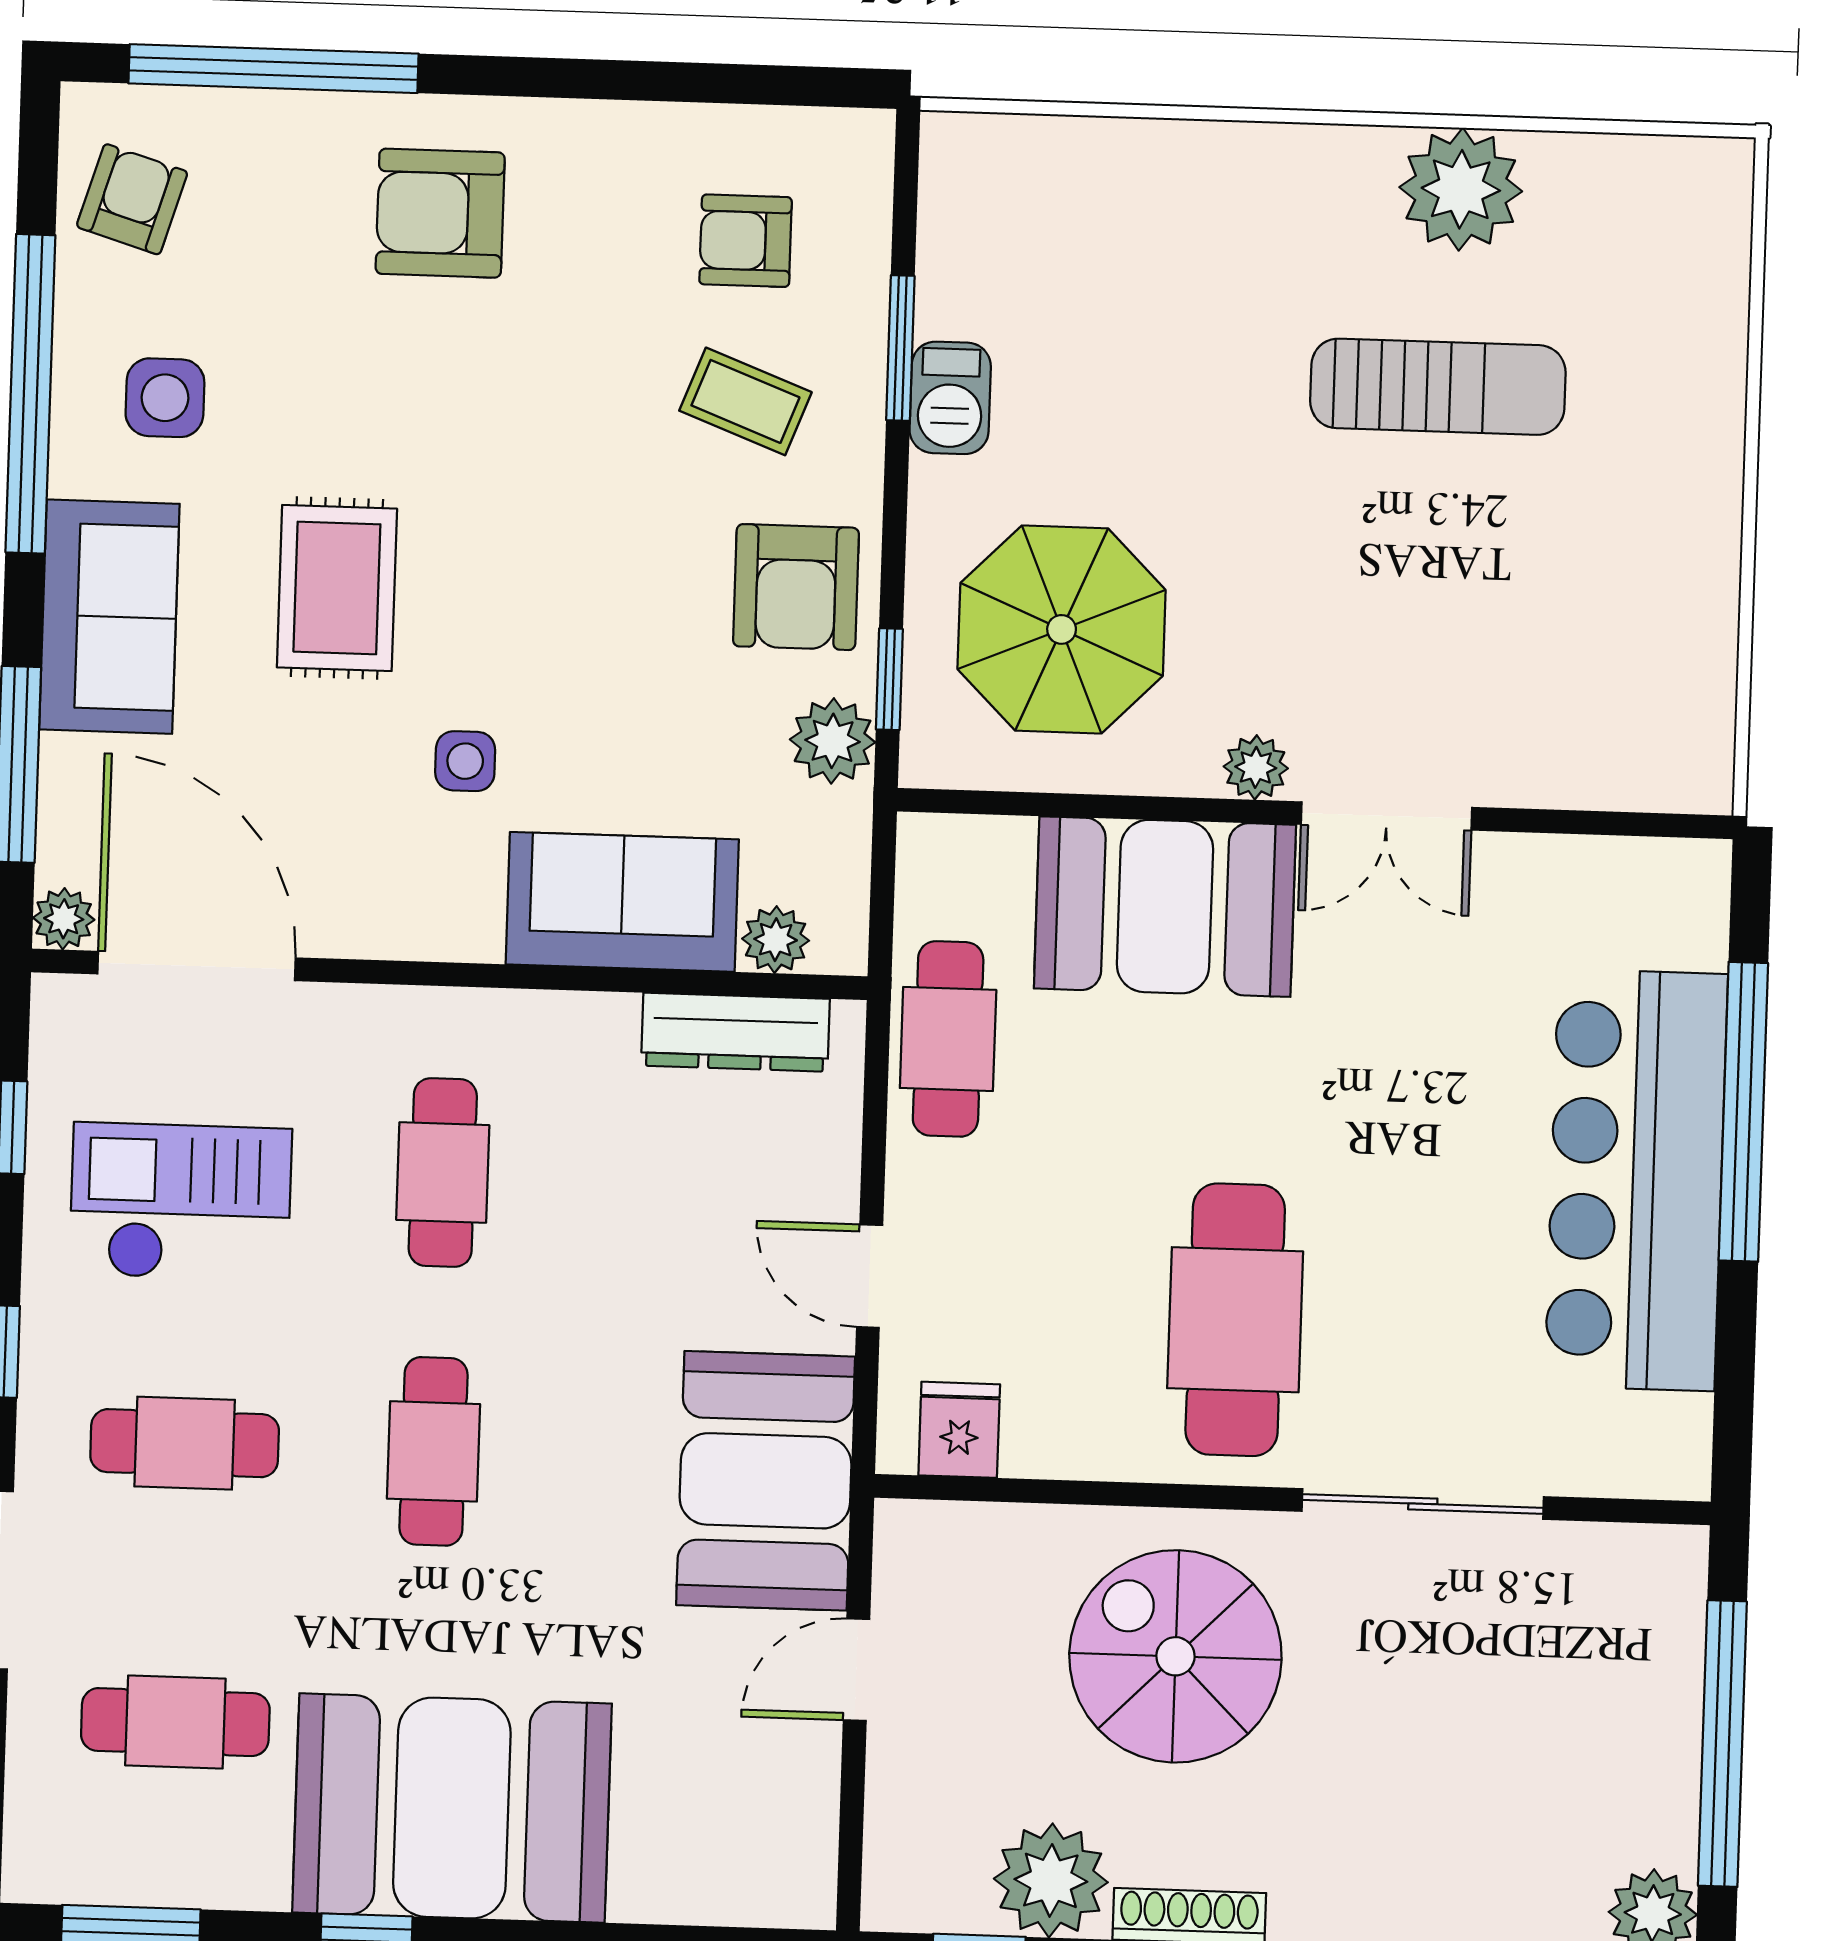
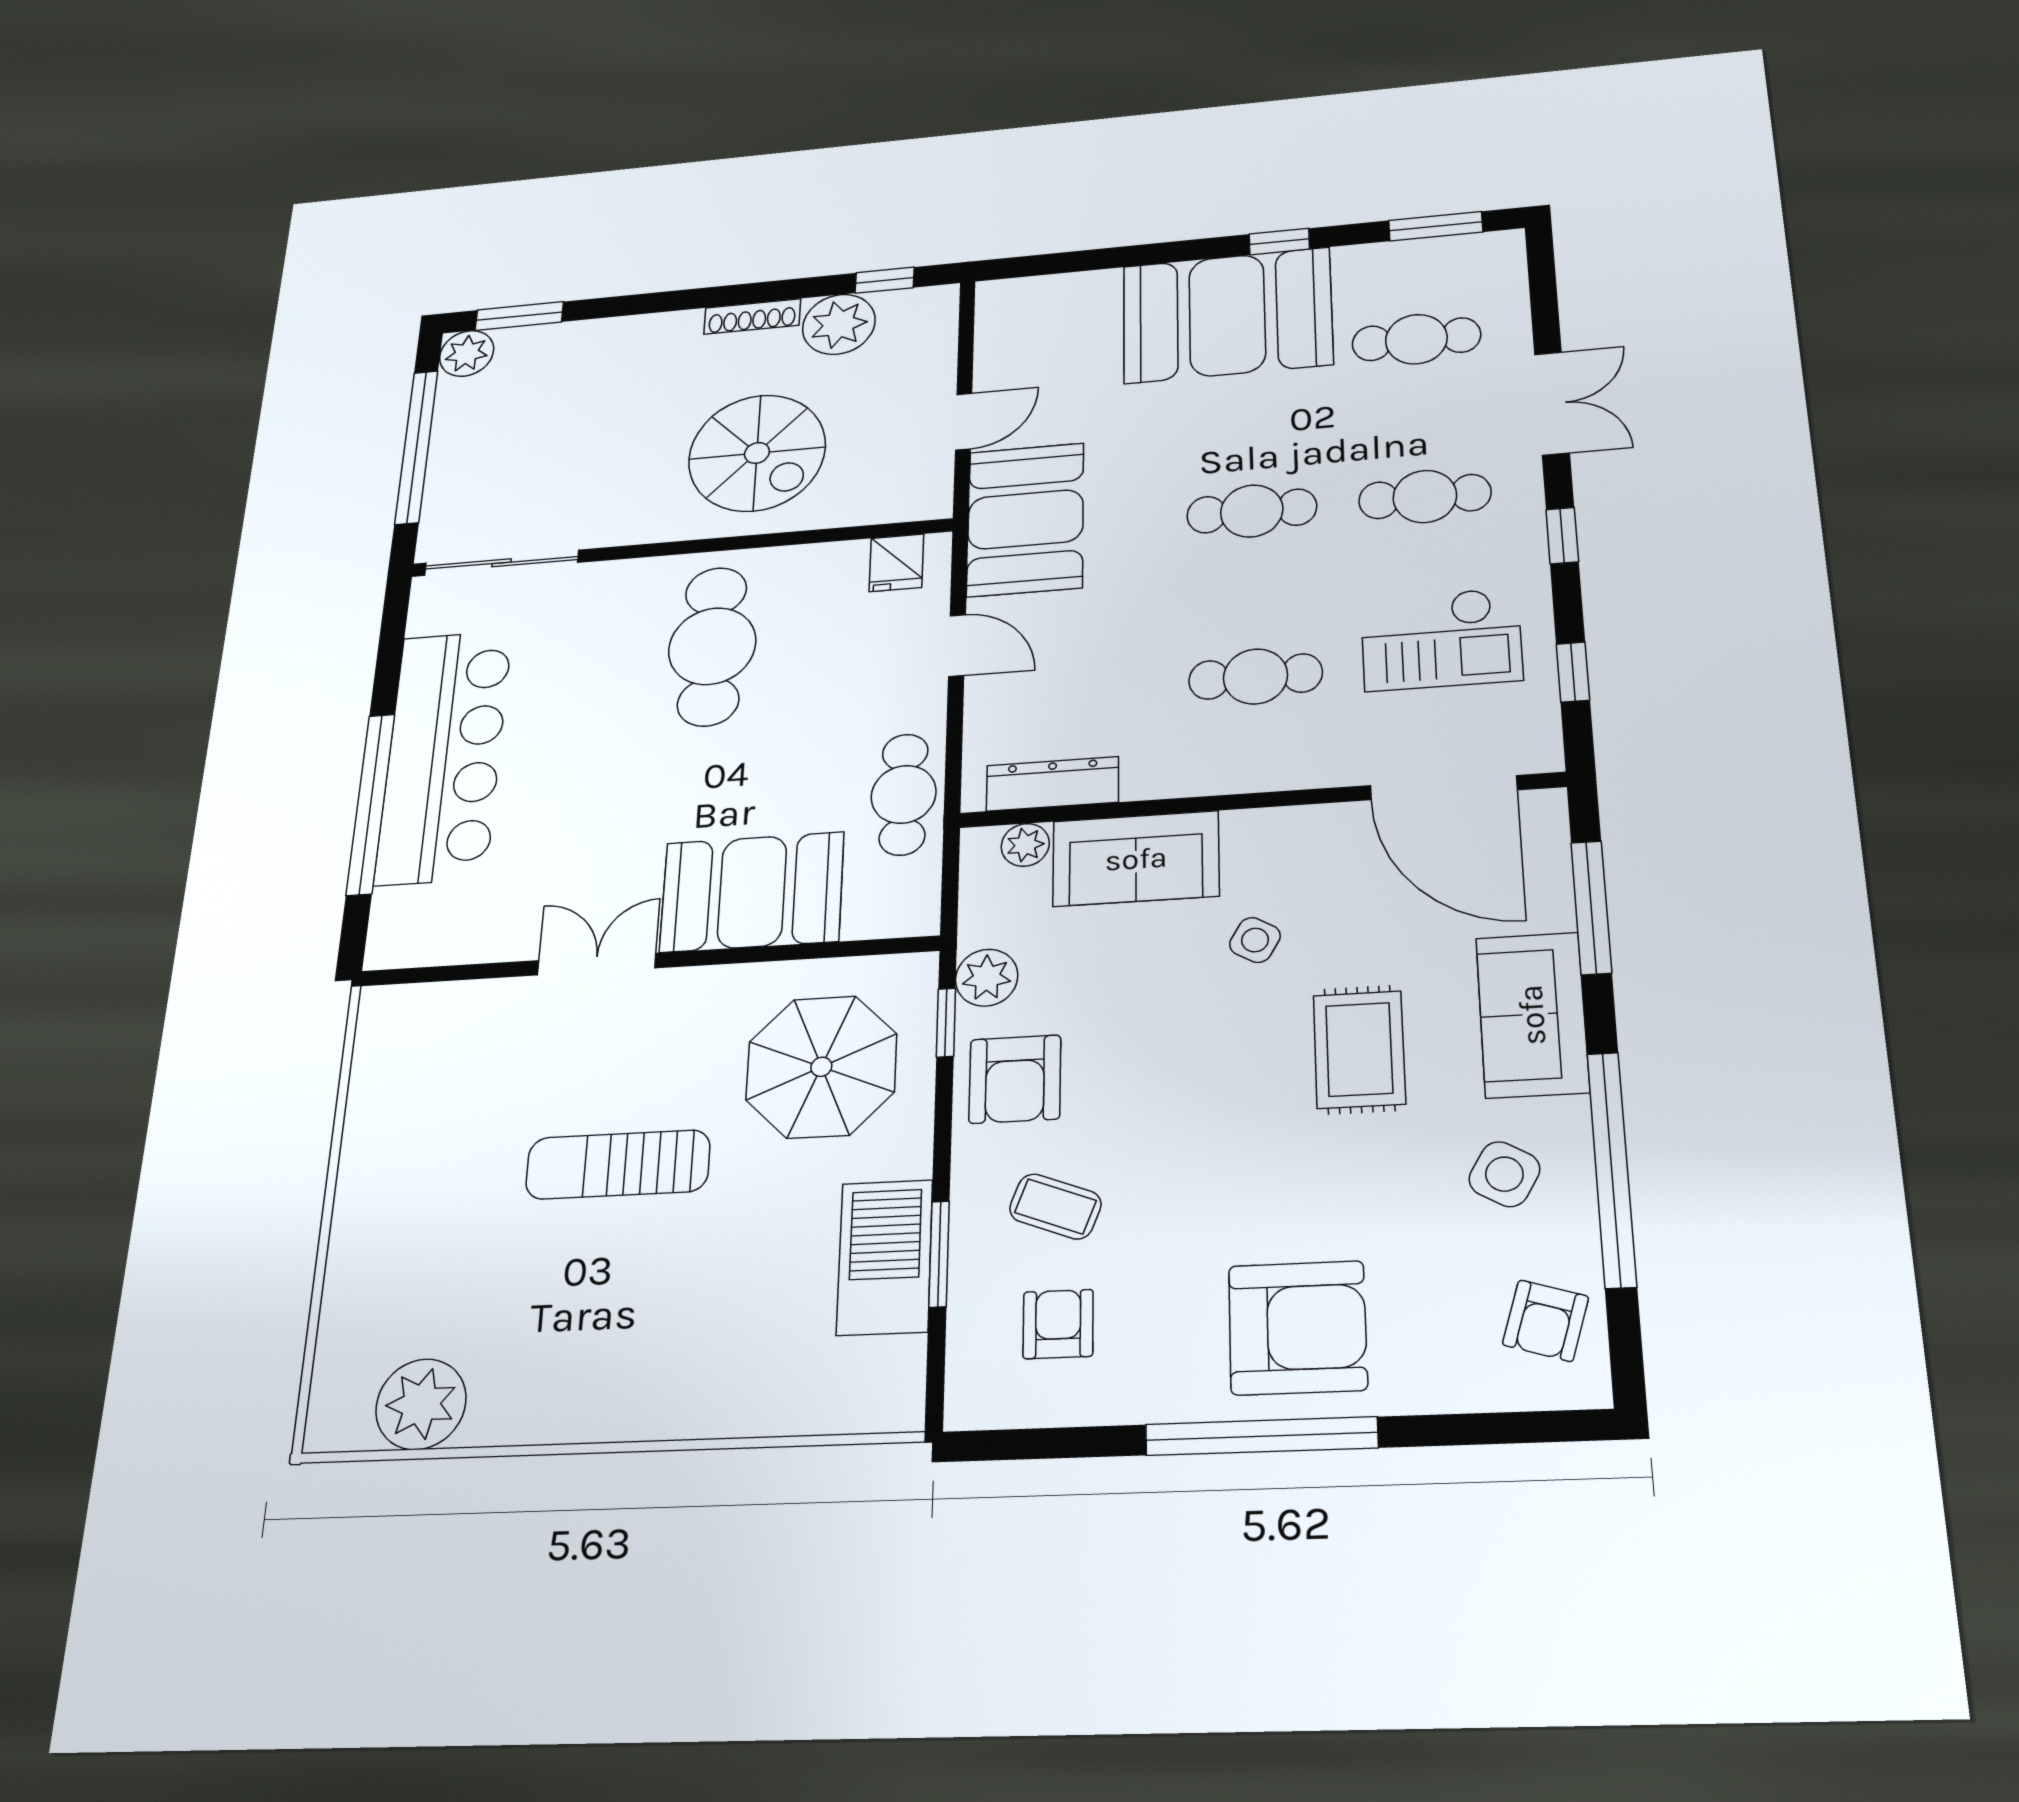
window: (274, 69) -> (1261, 1436), moved
plant: (1461, 189) -> (421, 1404), moved
armchair: (440, 213) -> (1298, 1328), width x1.36, depth x1.36
armchair: (746, 241) -> (1058, 1324), turned -90
sun lounger: (1438, 387) -> (618, 1165), moved
side table: (165, 398) -> (1504, 1174), turned 30
barbecue: (950, 398) -> (885, 1257), width x1.88, depth x1.53
armchair: (796, 587) -> (1015, 1079), turned 180
side table: (465, 761) -> (1255, 940), turned 30
plant: (1256, 767) -> (686, 987), removed
plant: (64, 919) -> (1545, 809), removed
cafe table: (443, 1172) -> (1255, 677), turned 90
cafe table: (433, 1451) -> (1252, 511), turned 90
sliding door: (1423, 1504) -> (501, 563), moved

